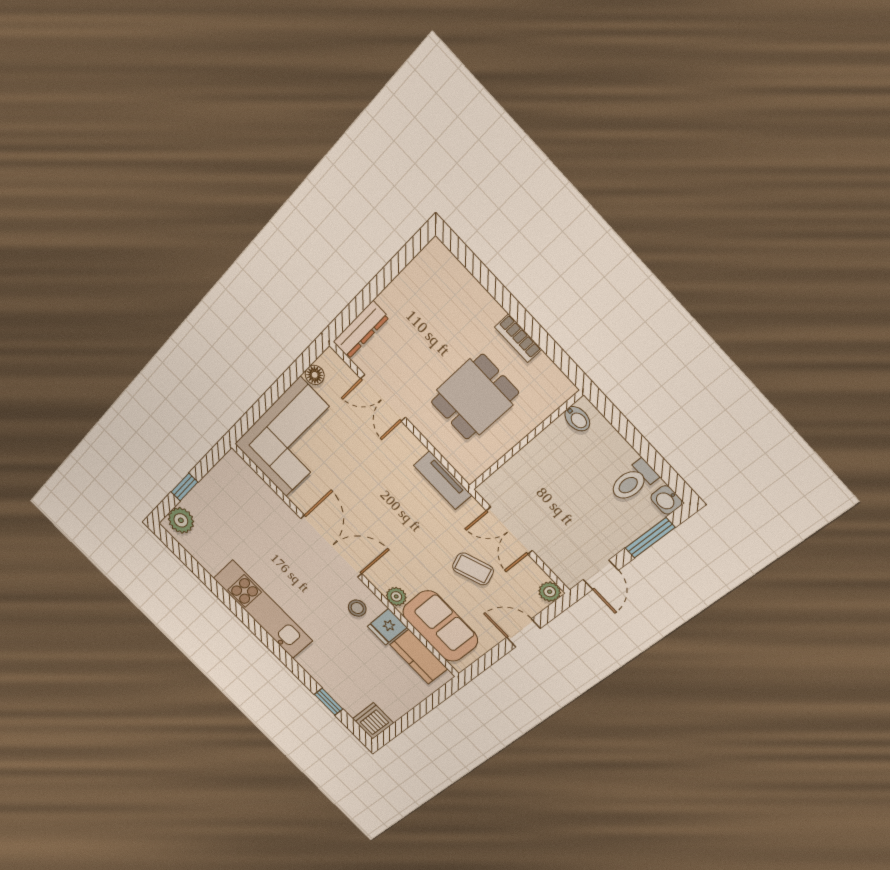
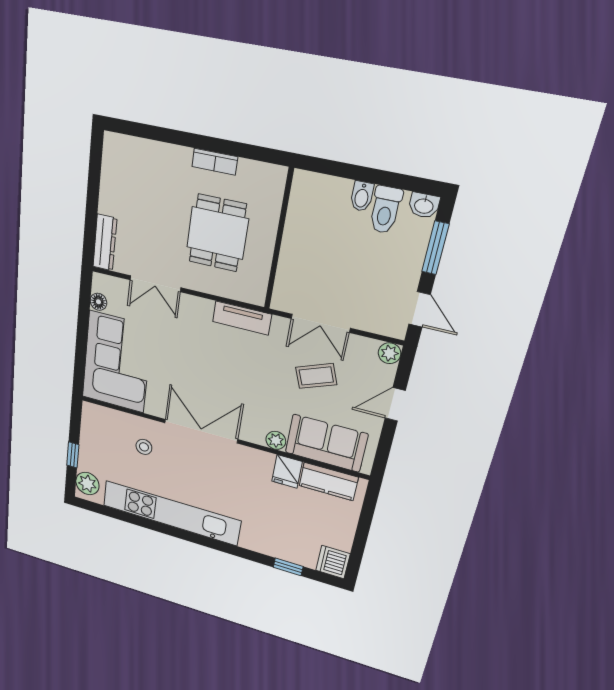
bidet: (577, 419) -> (362, 196), moved, turned 90
stool: (357, 608) -> (144, 447), moved
kitchen unit: (263, 610) -> (171, 513), width x1.36

